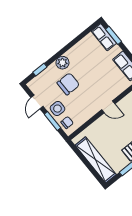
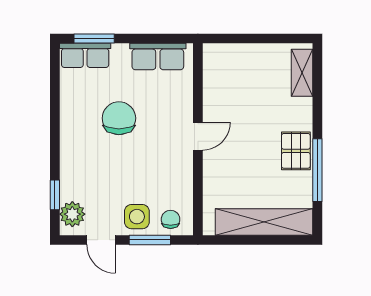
plant: (62, 63) -> (72, 214), moved
chair: (68, 84) -> (119, 118), moved

